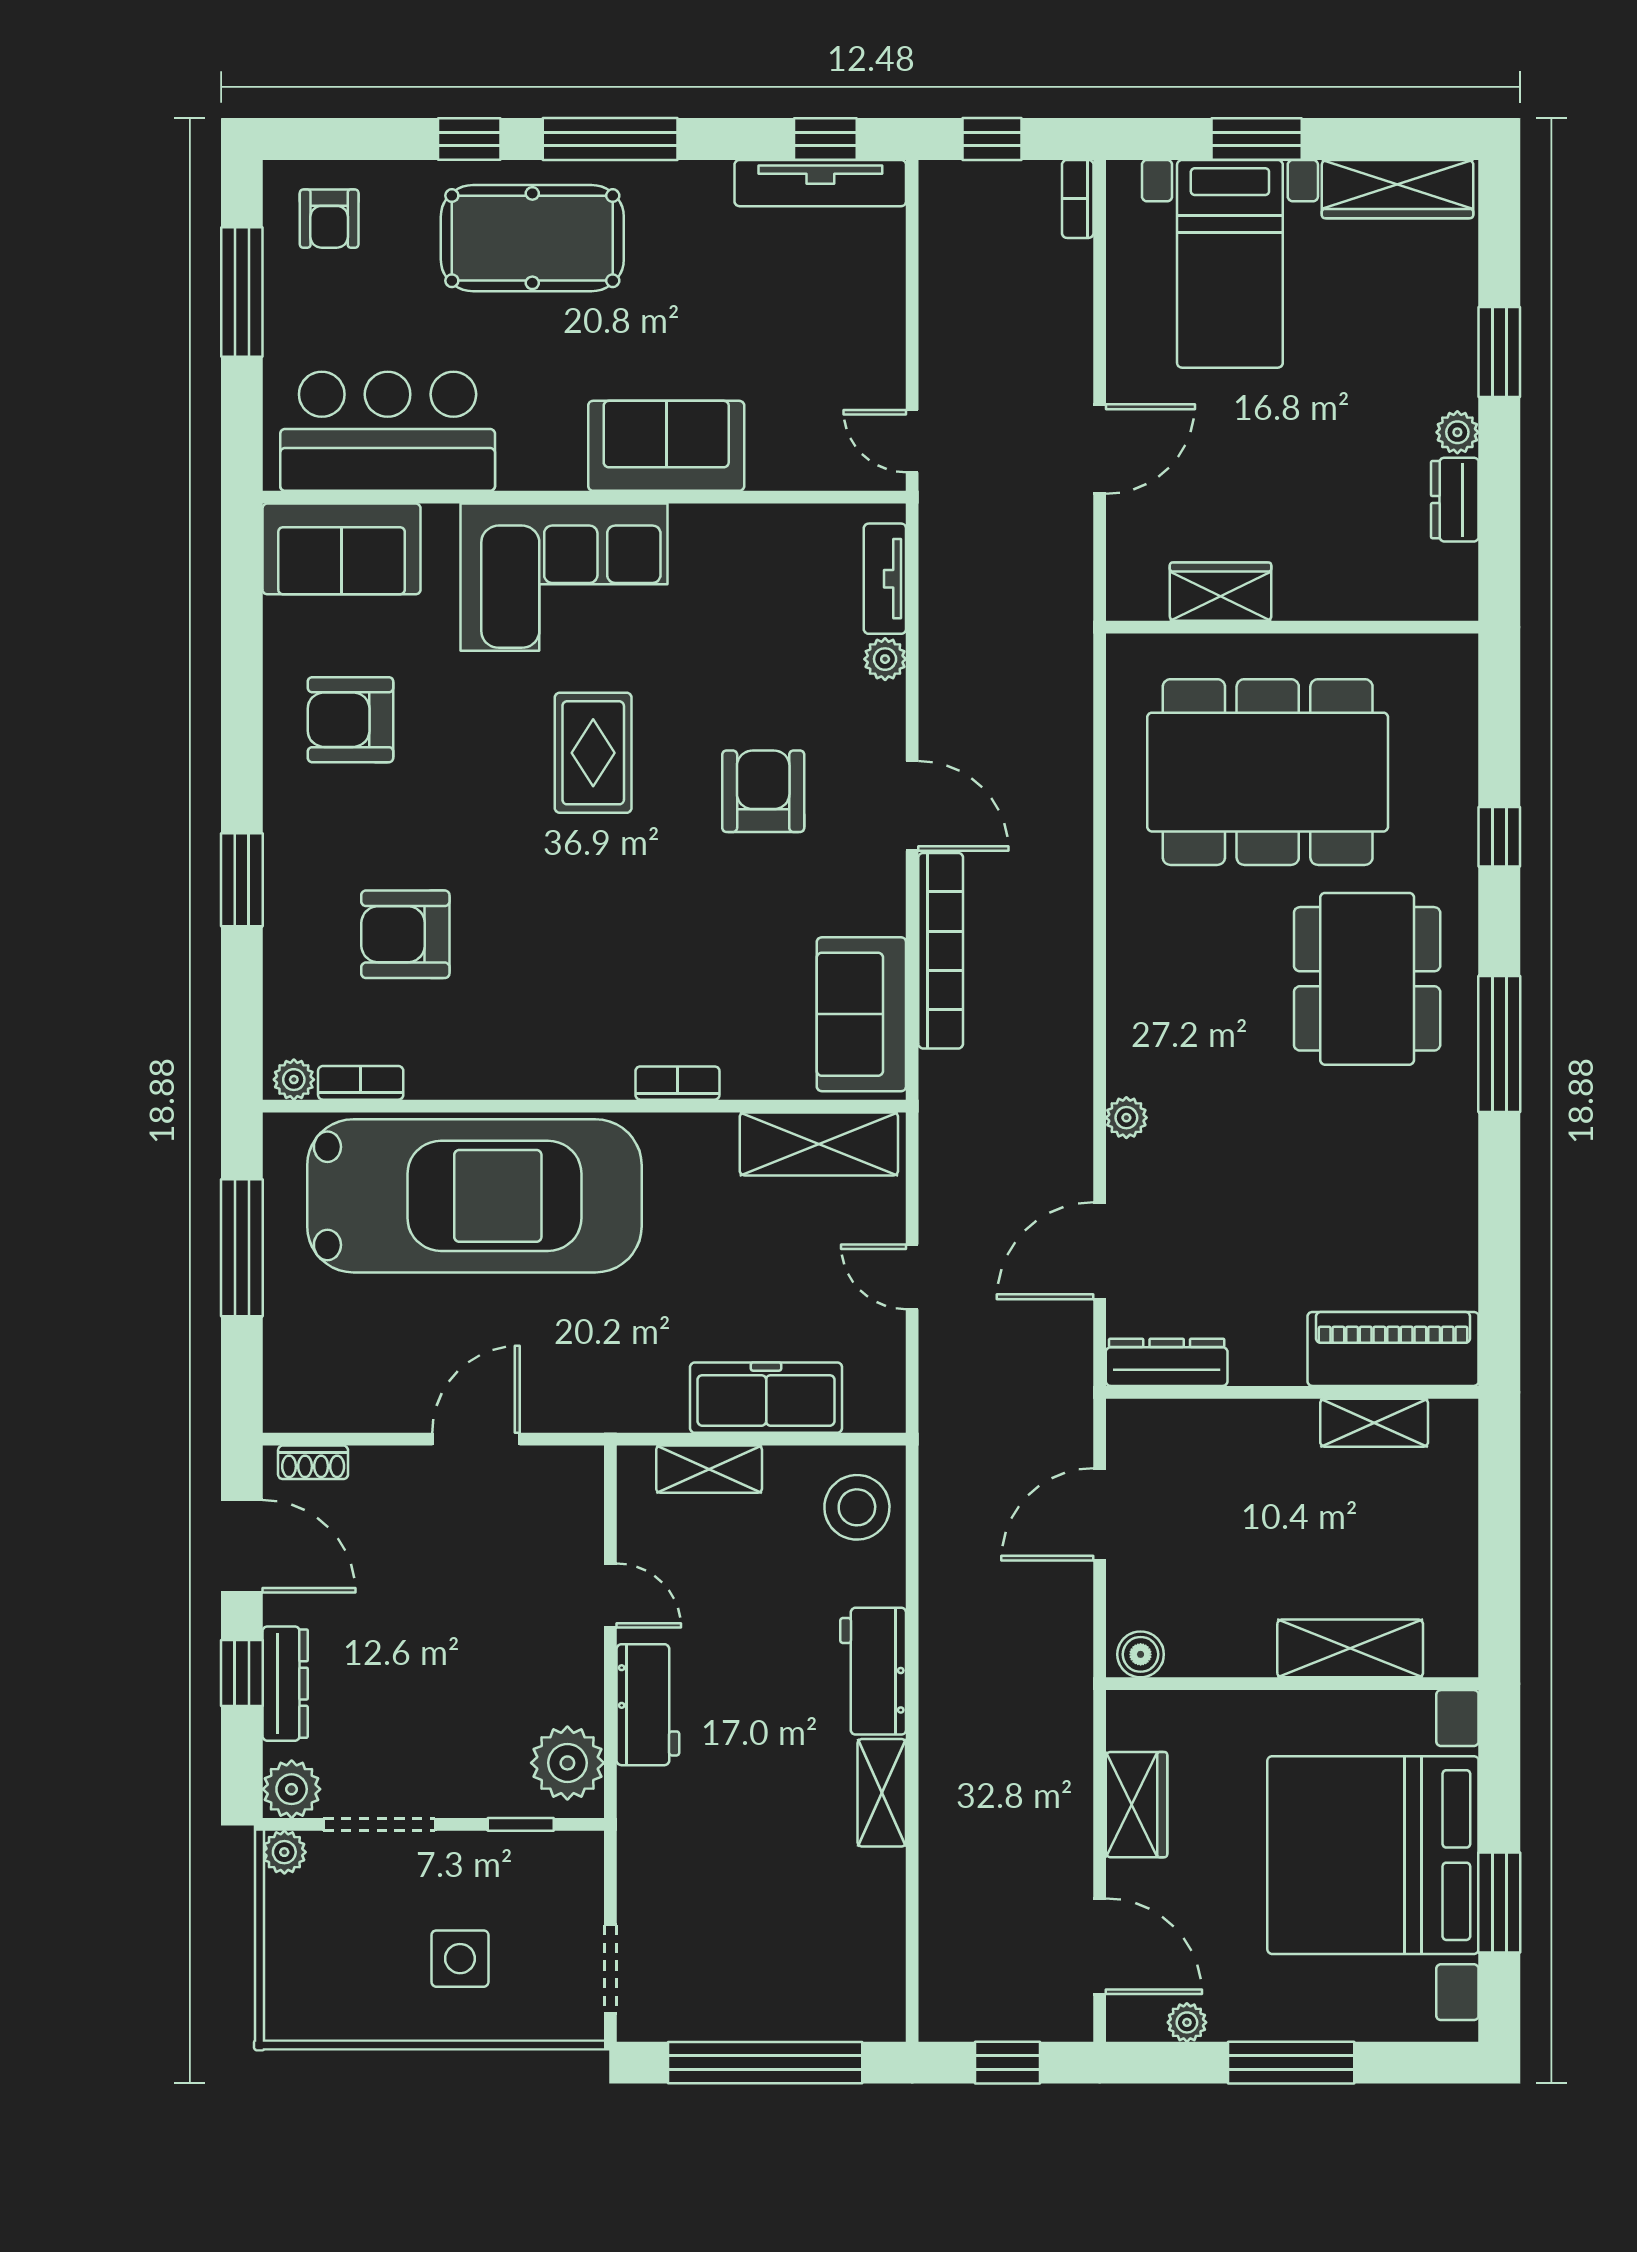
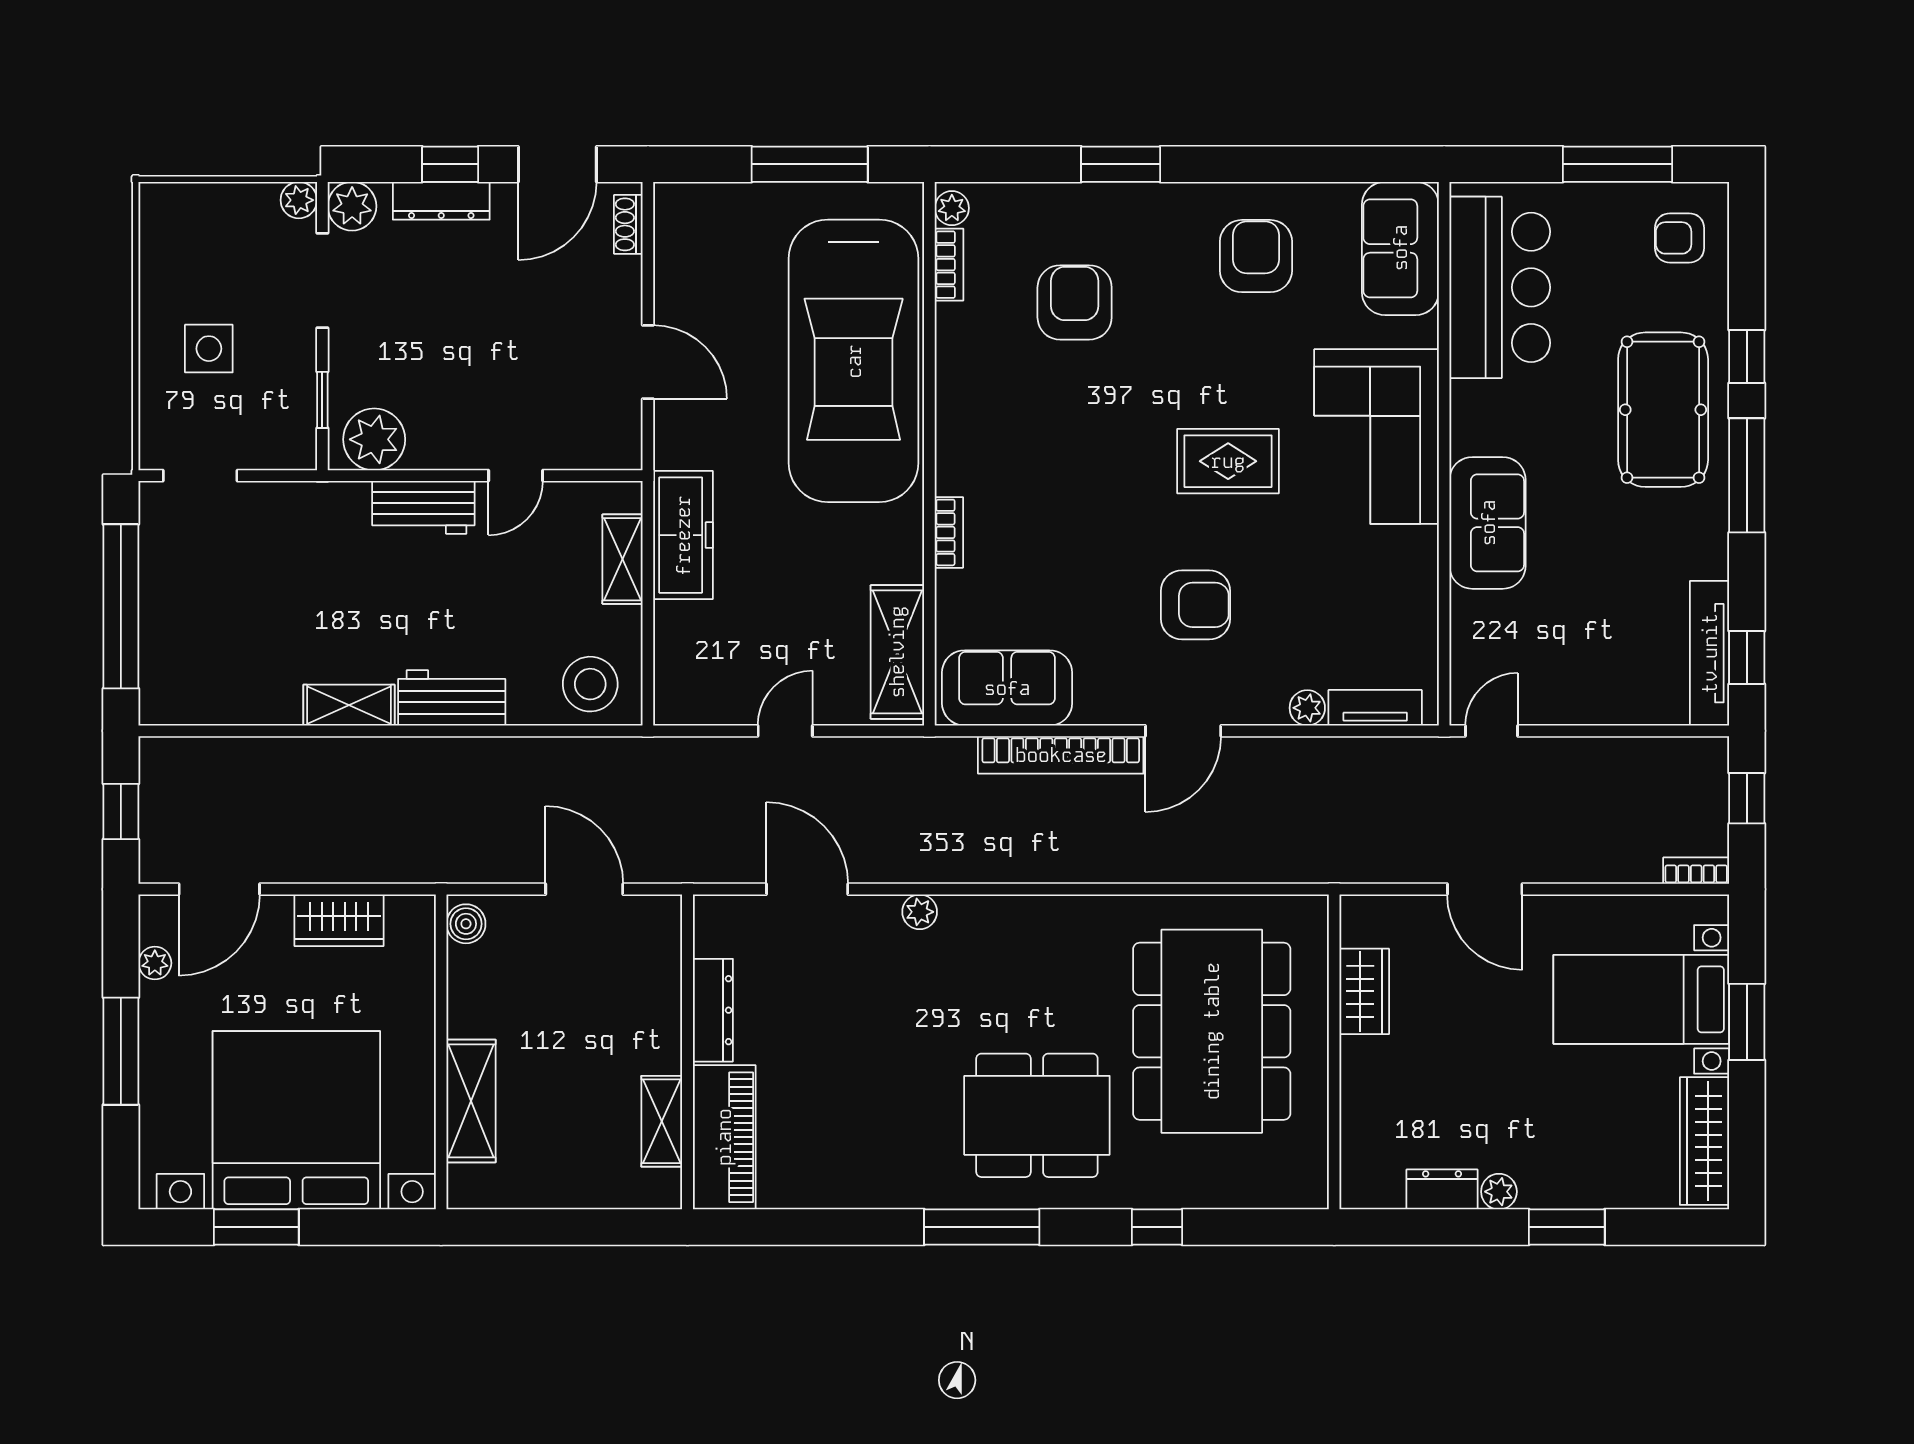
dresser: (1167, 1362) -> (713, 1010), moved
freezer: (766, 1398) -> (683, 535), moved

